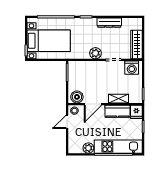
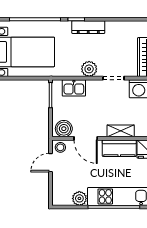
dresser: (109, 23) -> (88, 27), moved
kitchen sink: (84, 67) -> (74, 88), added
door: (93, 104) -> (86, 138), hinge flipped

